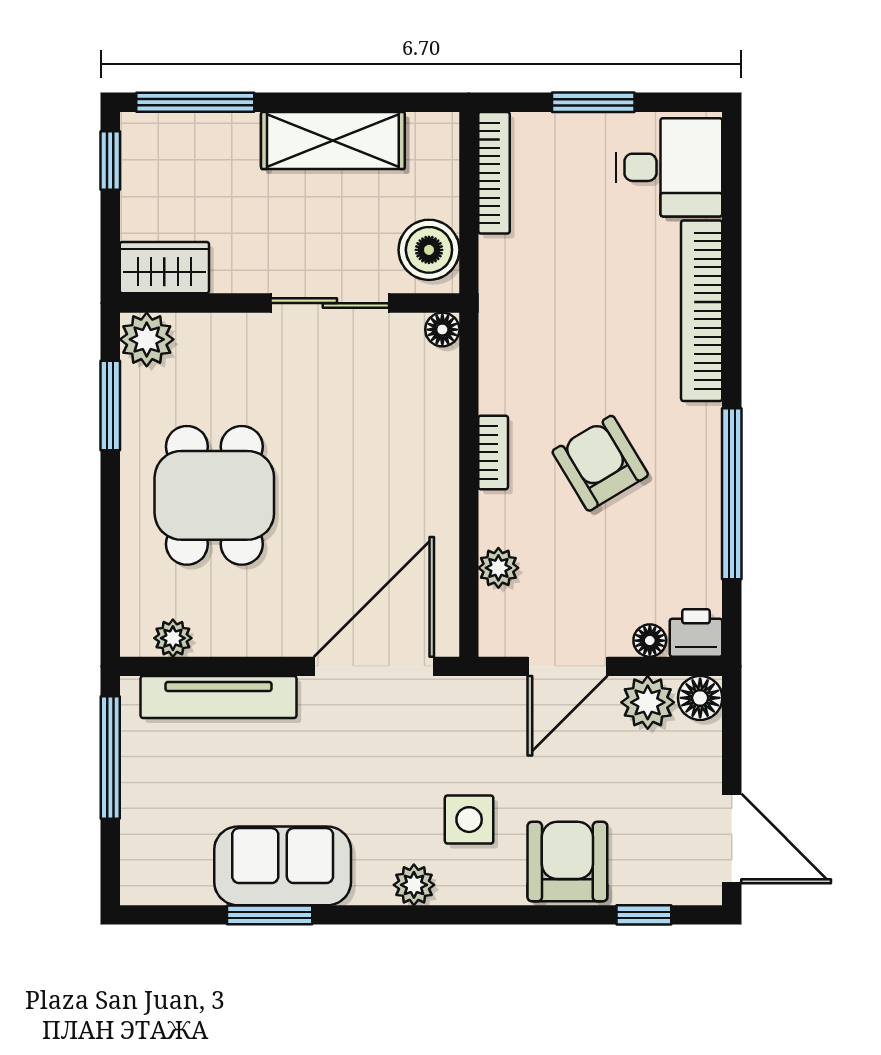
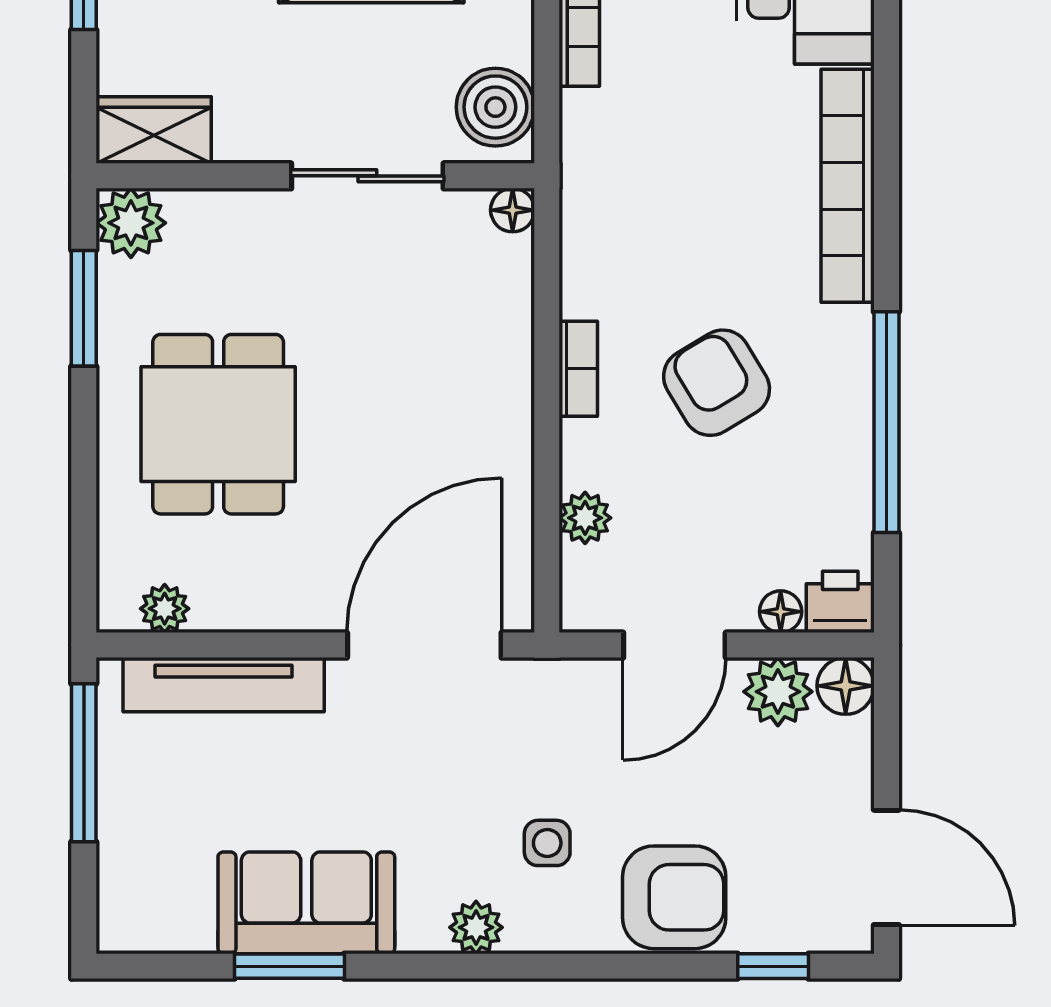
side table: (469, 820) -> (547, 843), width x0.73, depth x0.73
armchair: (567, 862) -> (674, 897), turned 90

